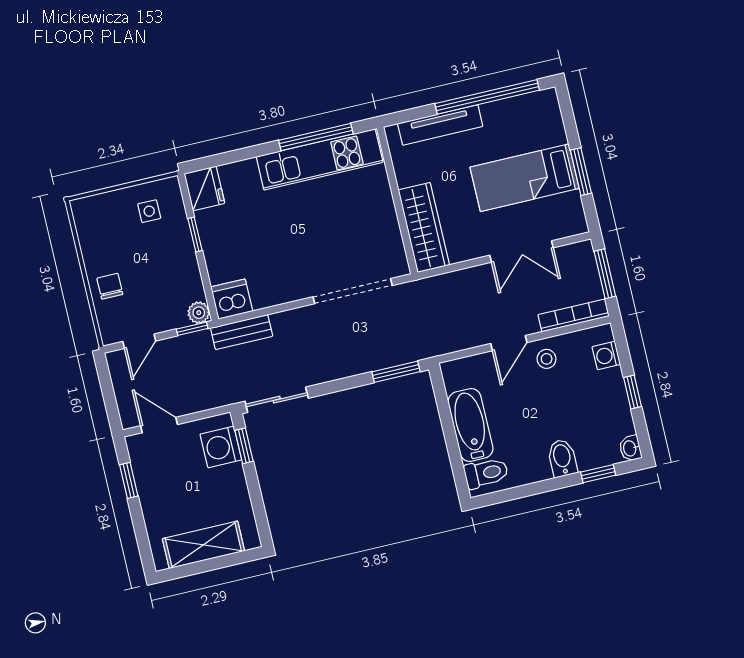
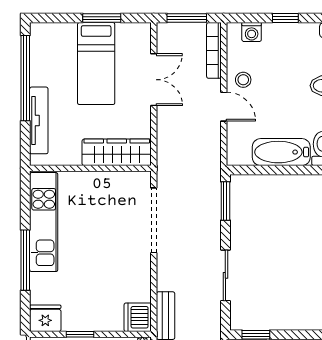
window: (316, 137) -> (25, 260), moved
sliding door: (277, 400) -> (225, 275), moved

